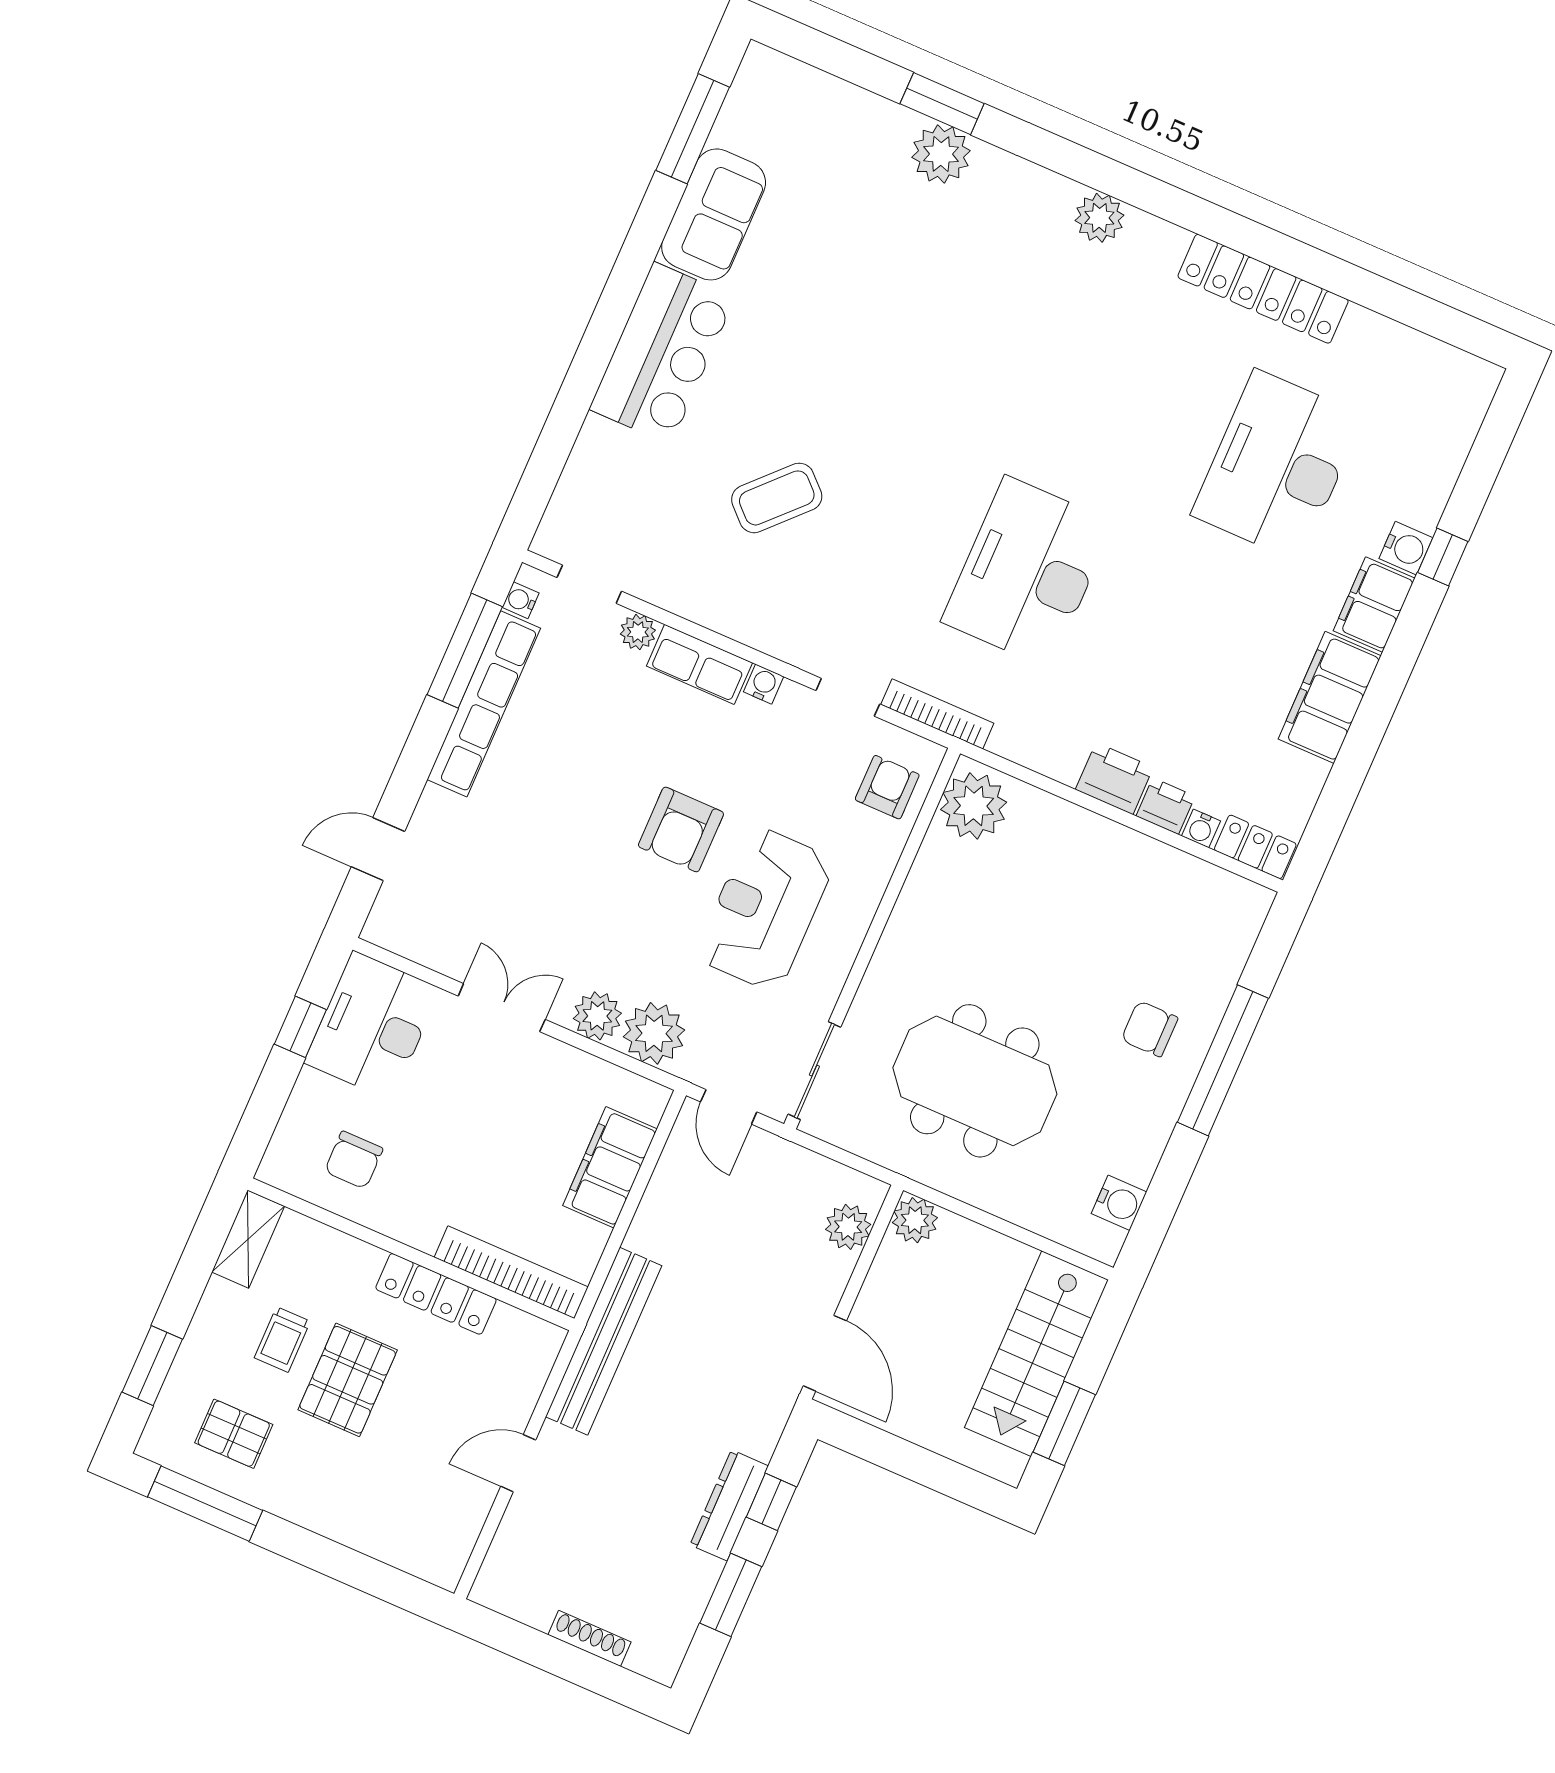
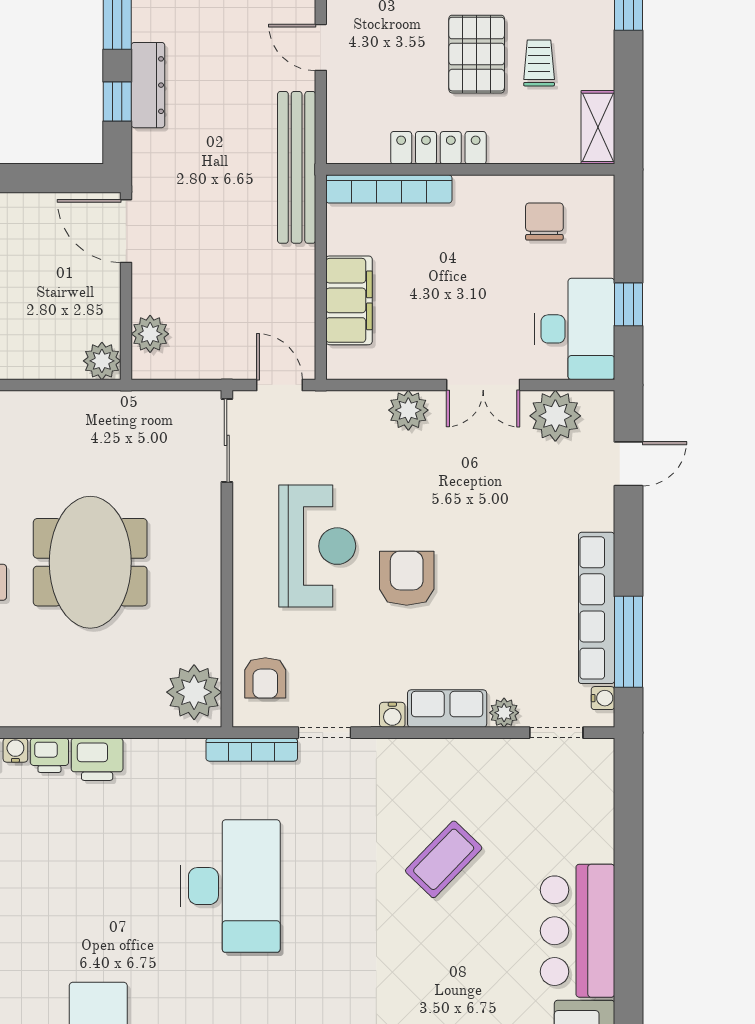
plant: (654, 1033) -> (555, 416), moved
meeting table: (975, 1081) -> (90, 562), moved, turned 90
door: (518, 1463) -> (321, 47), swing flipped

